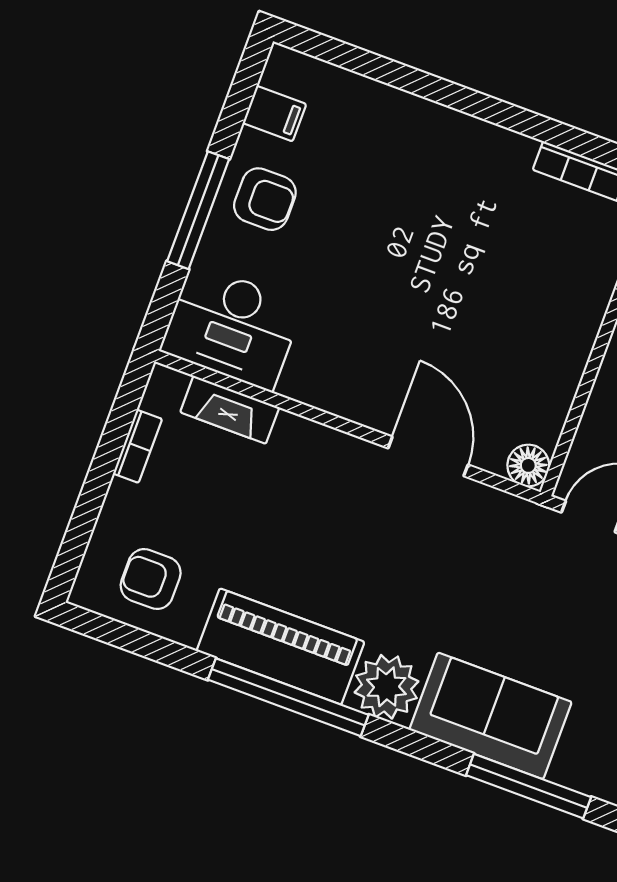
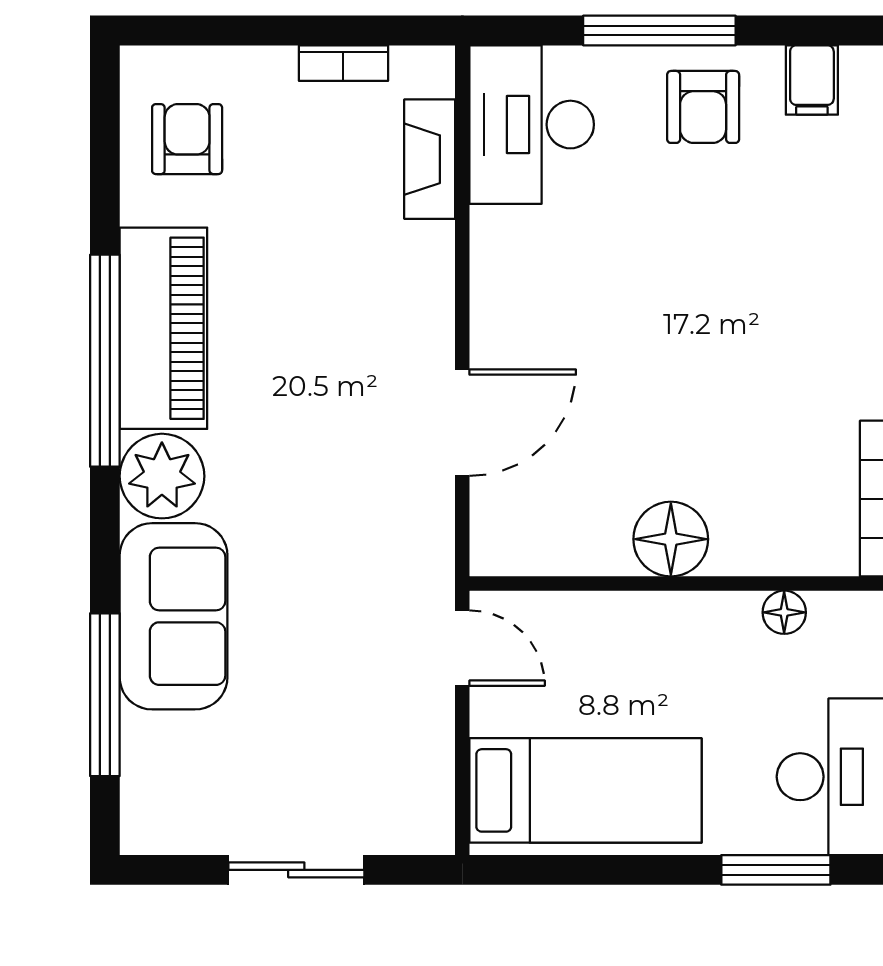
floor lamp: (528, 465) -> (671, 539), moved, width x1.38, depth x1.38

